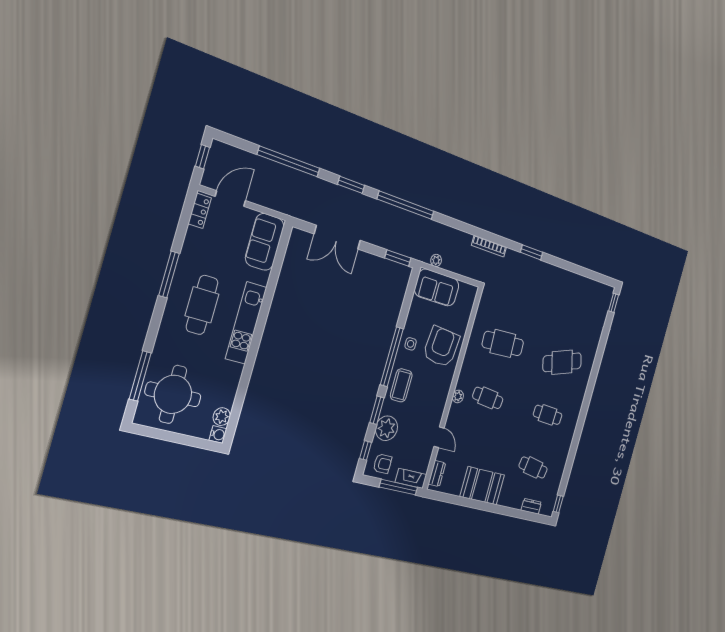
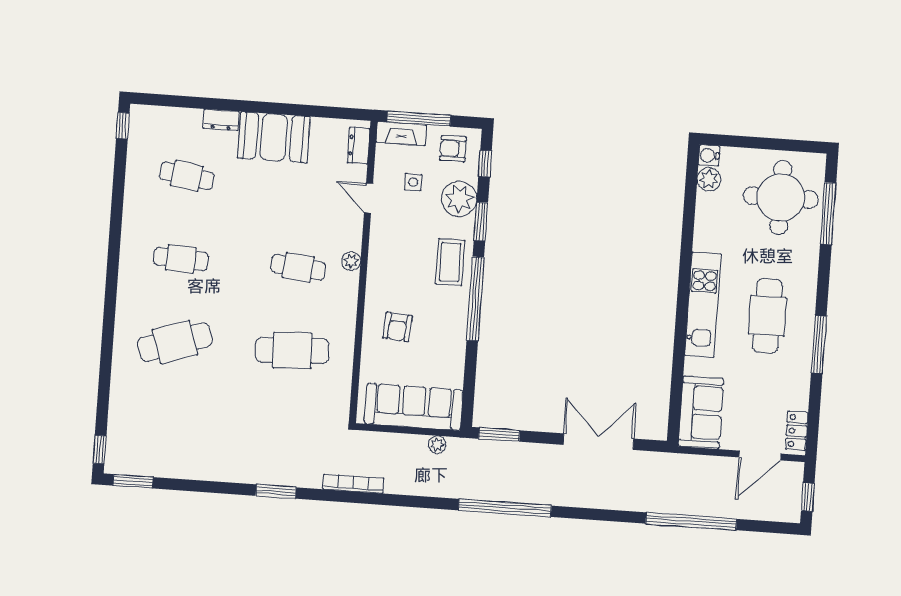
window: (351, 185) -> (133, 481), moved
sofa: (437, 288) -> (414, 407), width x1.36
side table: (411, 344) -> (413, 182), moved
armchair: (441, 347) -> (398, 327), width x0.53, depth x0.53
dresser: (531, 506) -> (221, 120), moved

